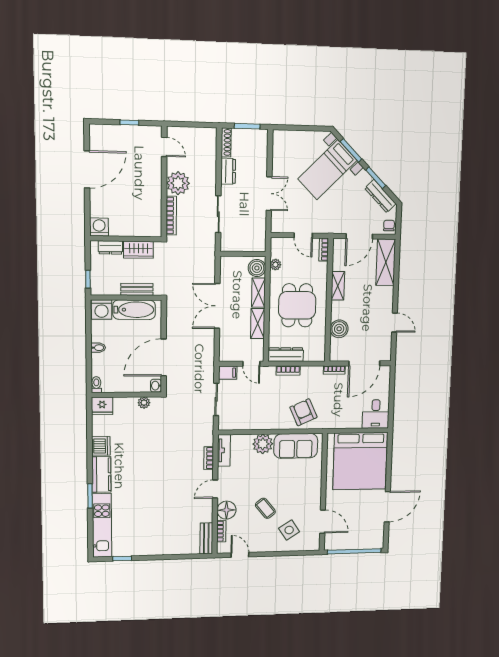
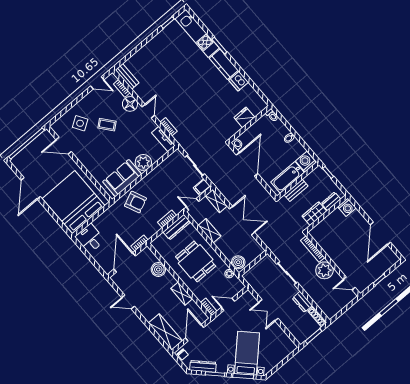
shelving: (258, 293) -> (216, 201), moved
plant: (144, 403) -> (236, 128), removed
fridge: (102, 406) -> (244, 117), moved

